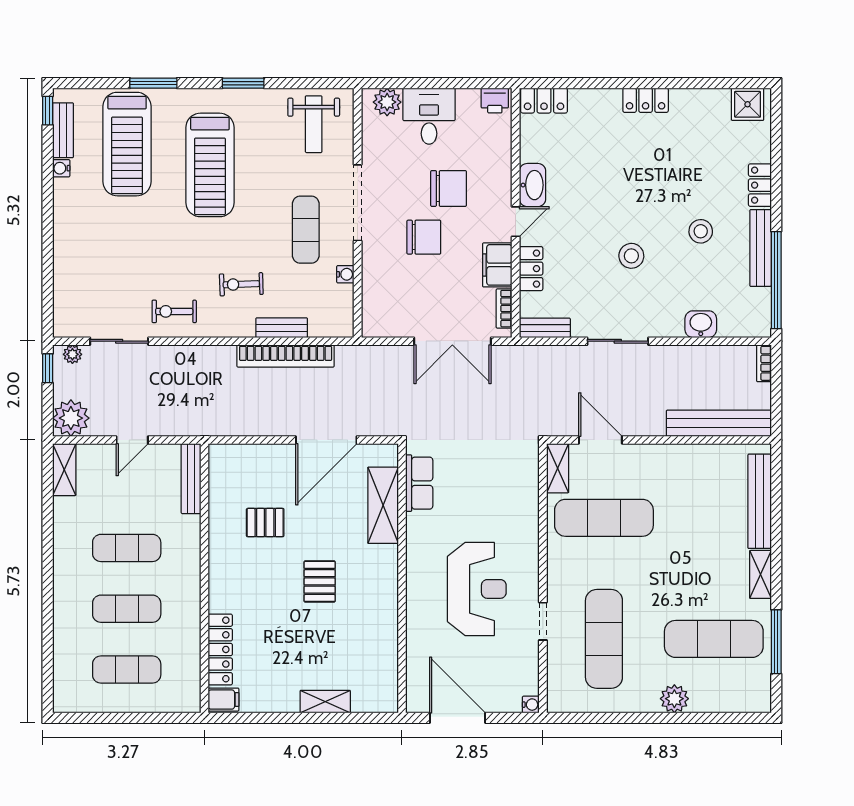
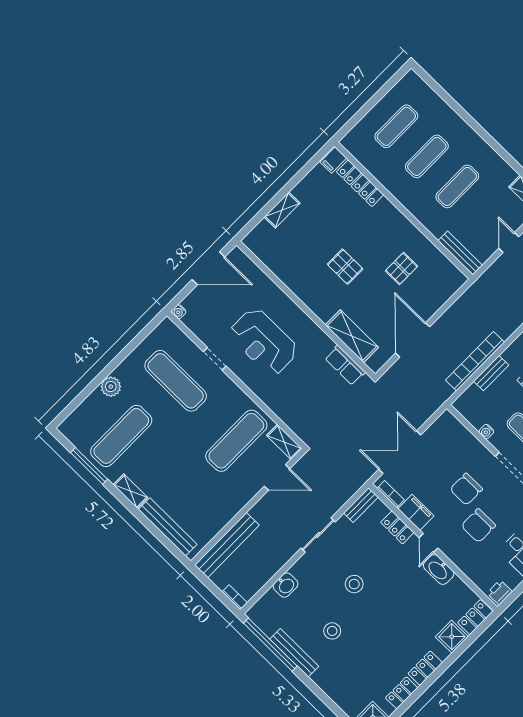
shower: (587, 105) -> (452, 637), added
locker: (760, 185) -> (402, 693), moved, turned -90

